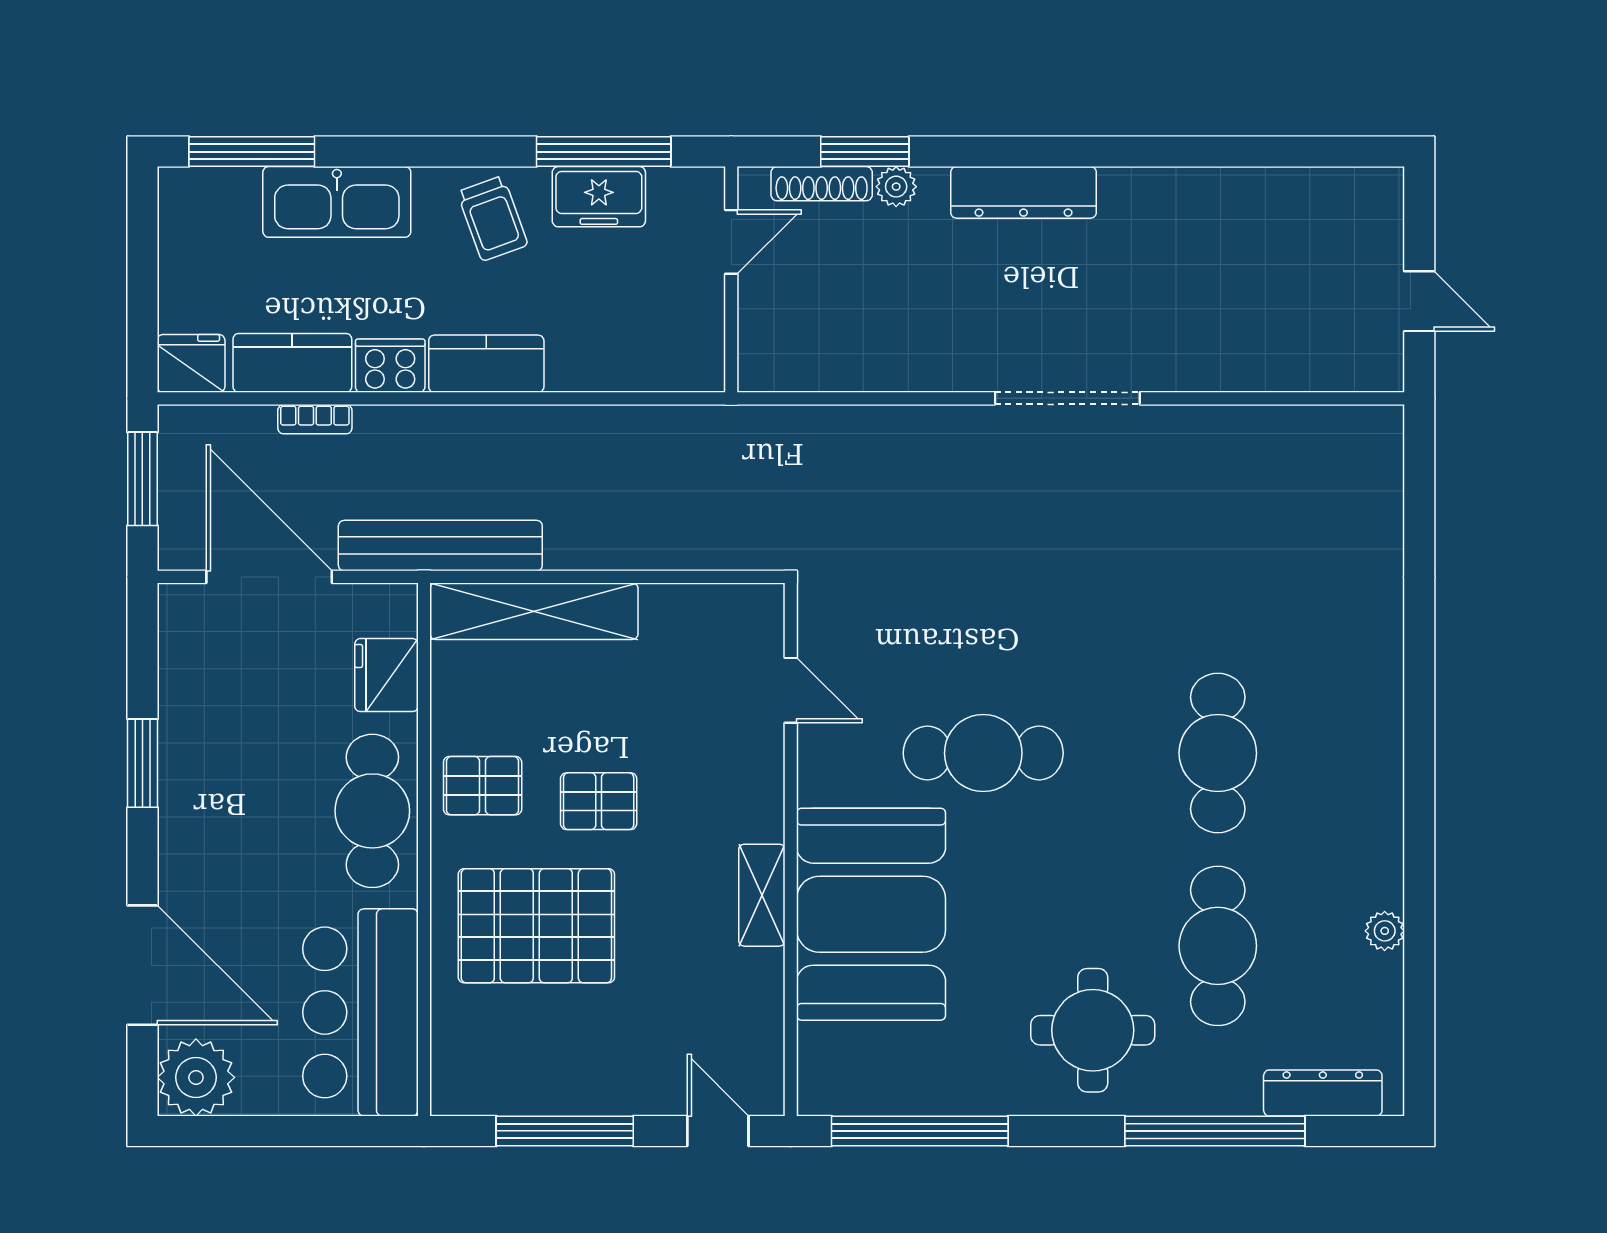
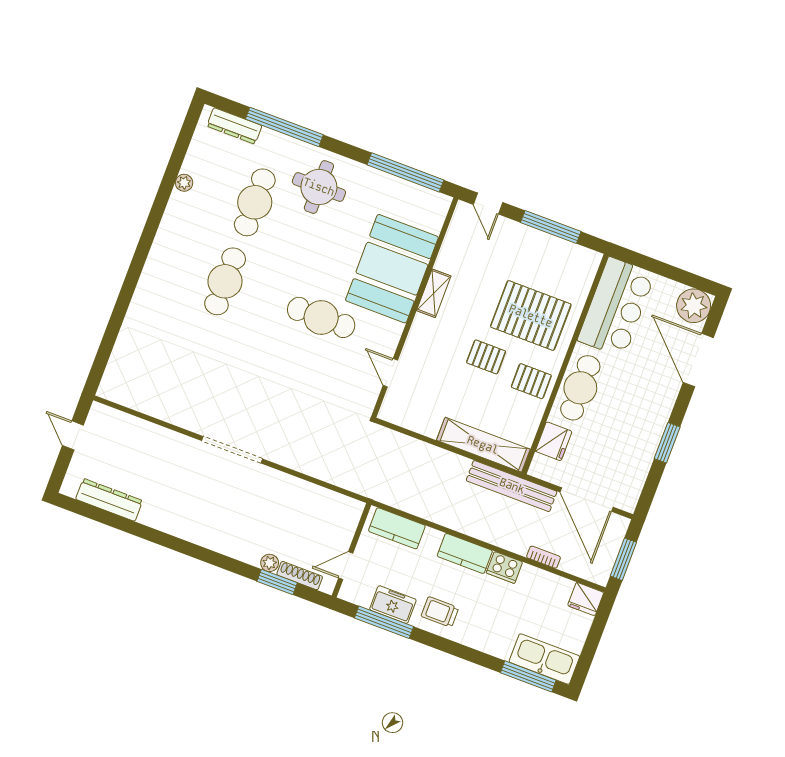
dresser: (1024, 192) -> (109, 500), moved
kitchen sink: (337, 202) -> (544, 659), moved
trolley: (492, 218) -> (440, 612), turned -70
kitchen counter: (292, 363) -> (397, 528), moved

